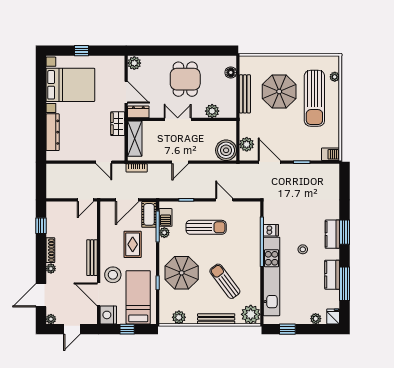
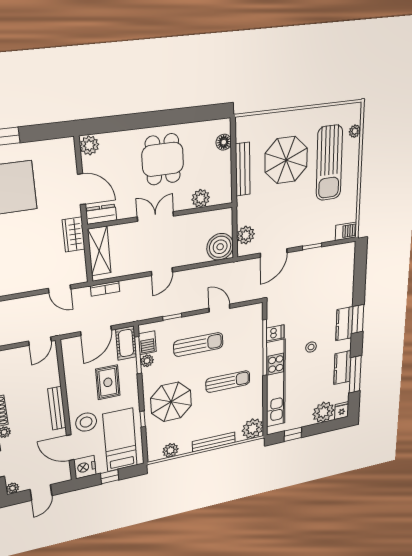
door: (269, 162) -> (274, 253), swing flipped
sun lounger: (225, 281) -> (228, 382), moved, turned 127
plant: (316, 319) -> (323, 412), width x1.87, depth x1.87

